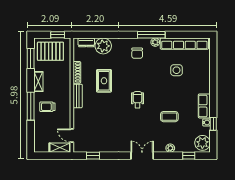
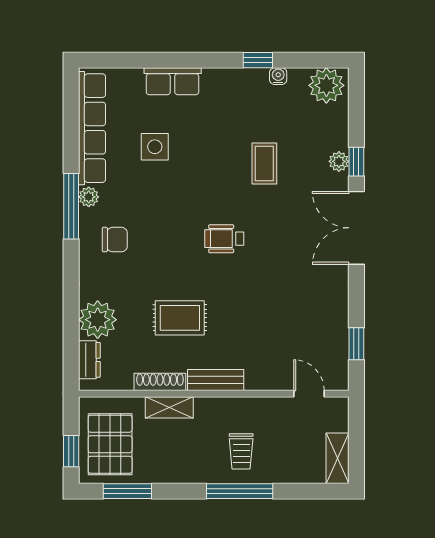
window: (58, 35) -> (71, 451), moved
shelving: (38, 82) -> (169, 407), moved
row of seats: (204, 106) -> (173, 81), moved
window: (213, 124) -> (258, 60), moved
door: (72, 135) -> (309, 394), swing flipped
shelving: (60, 148) -> (337, 458), moved
double door: (142, 156) -> (356, 228), width x1.37
window: (189, 156) -> (356, 162), moved

